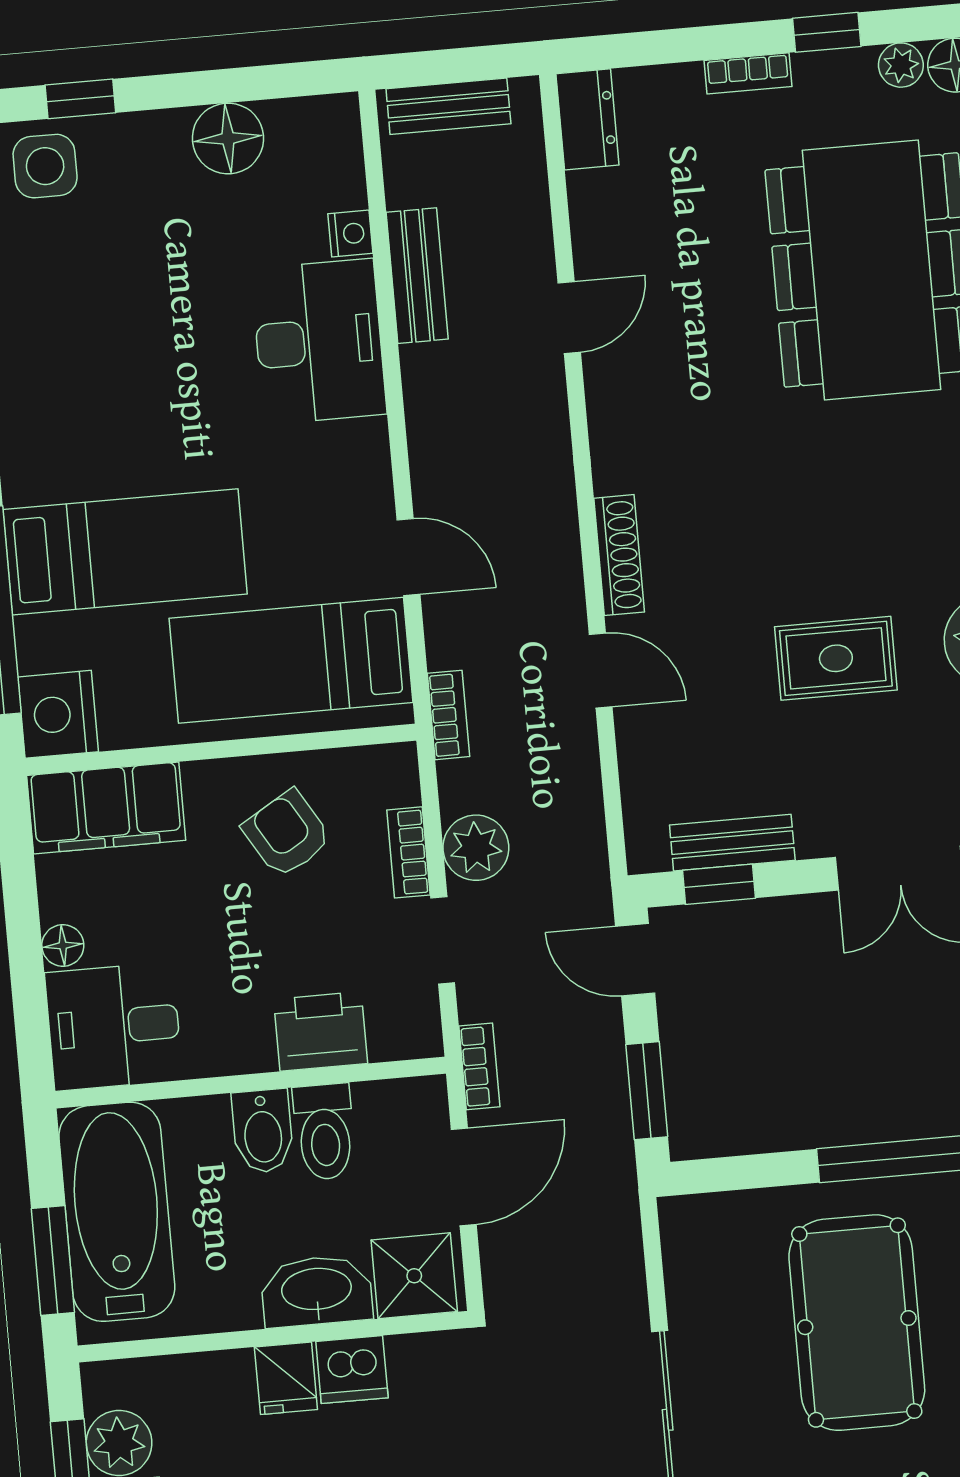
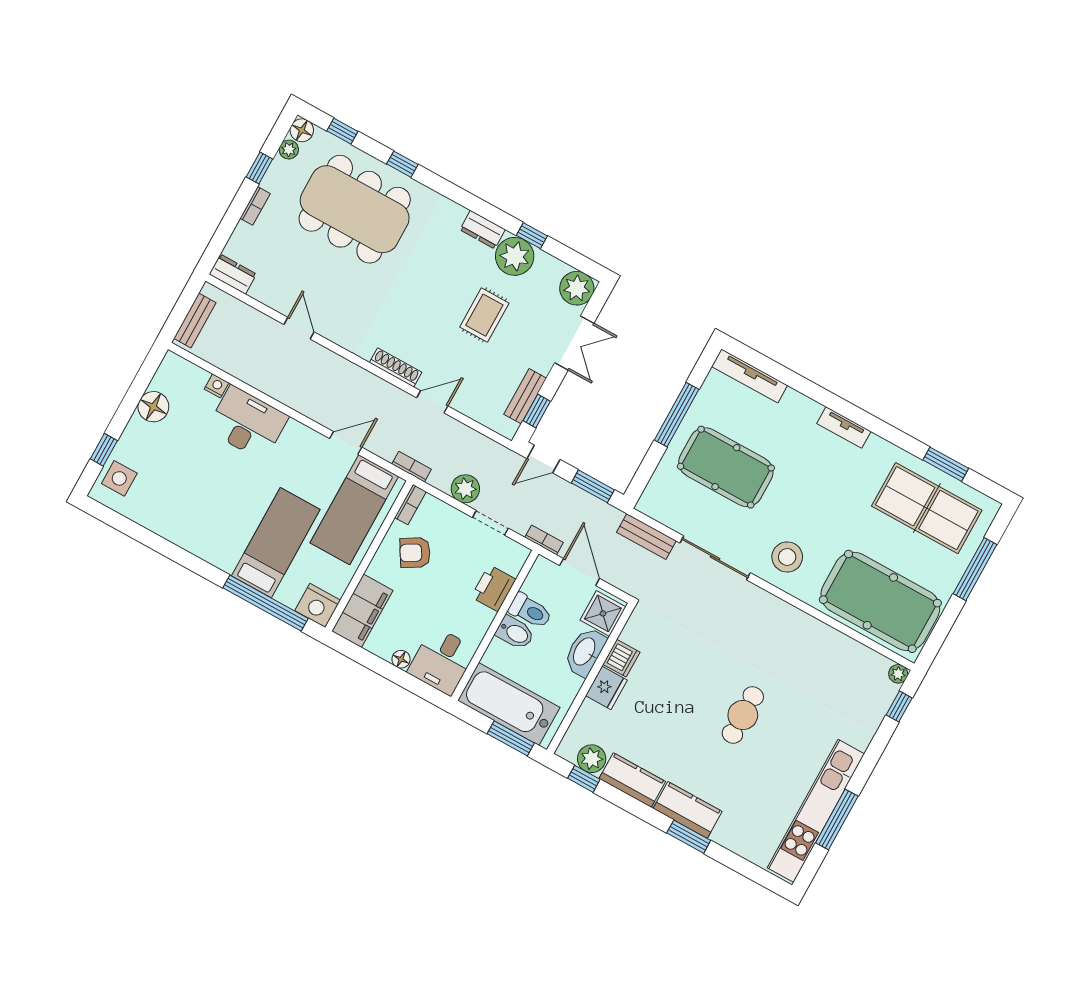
bench: (417, 276) -> (646, 536), moved
bookcase: (408, 852) -> (410, 505), moved, turned -90
fridge: (286, 1378) -> (606, 688), width x1.38

